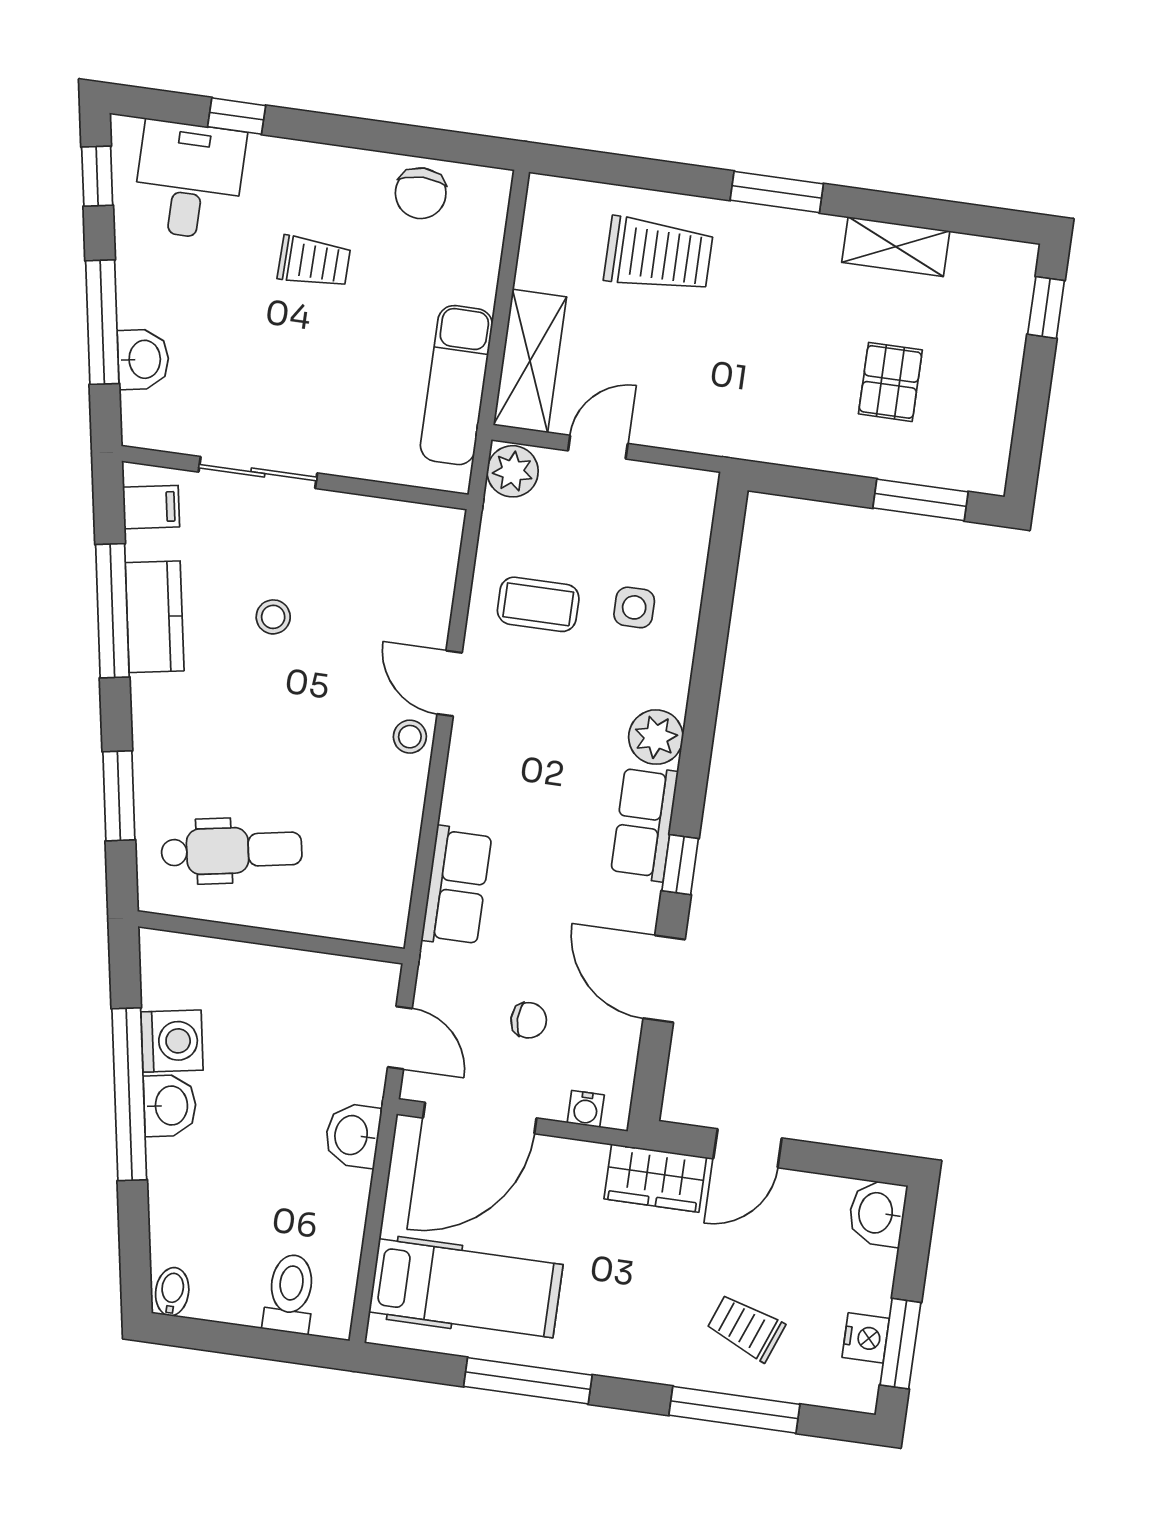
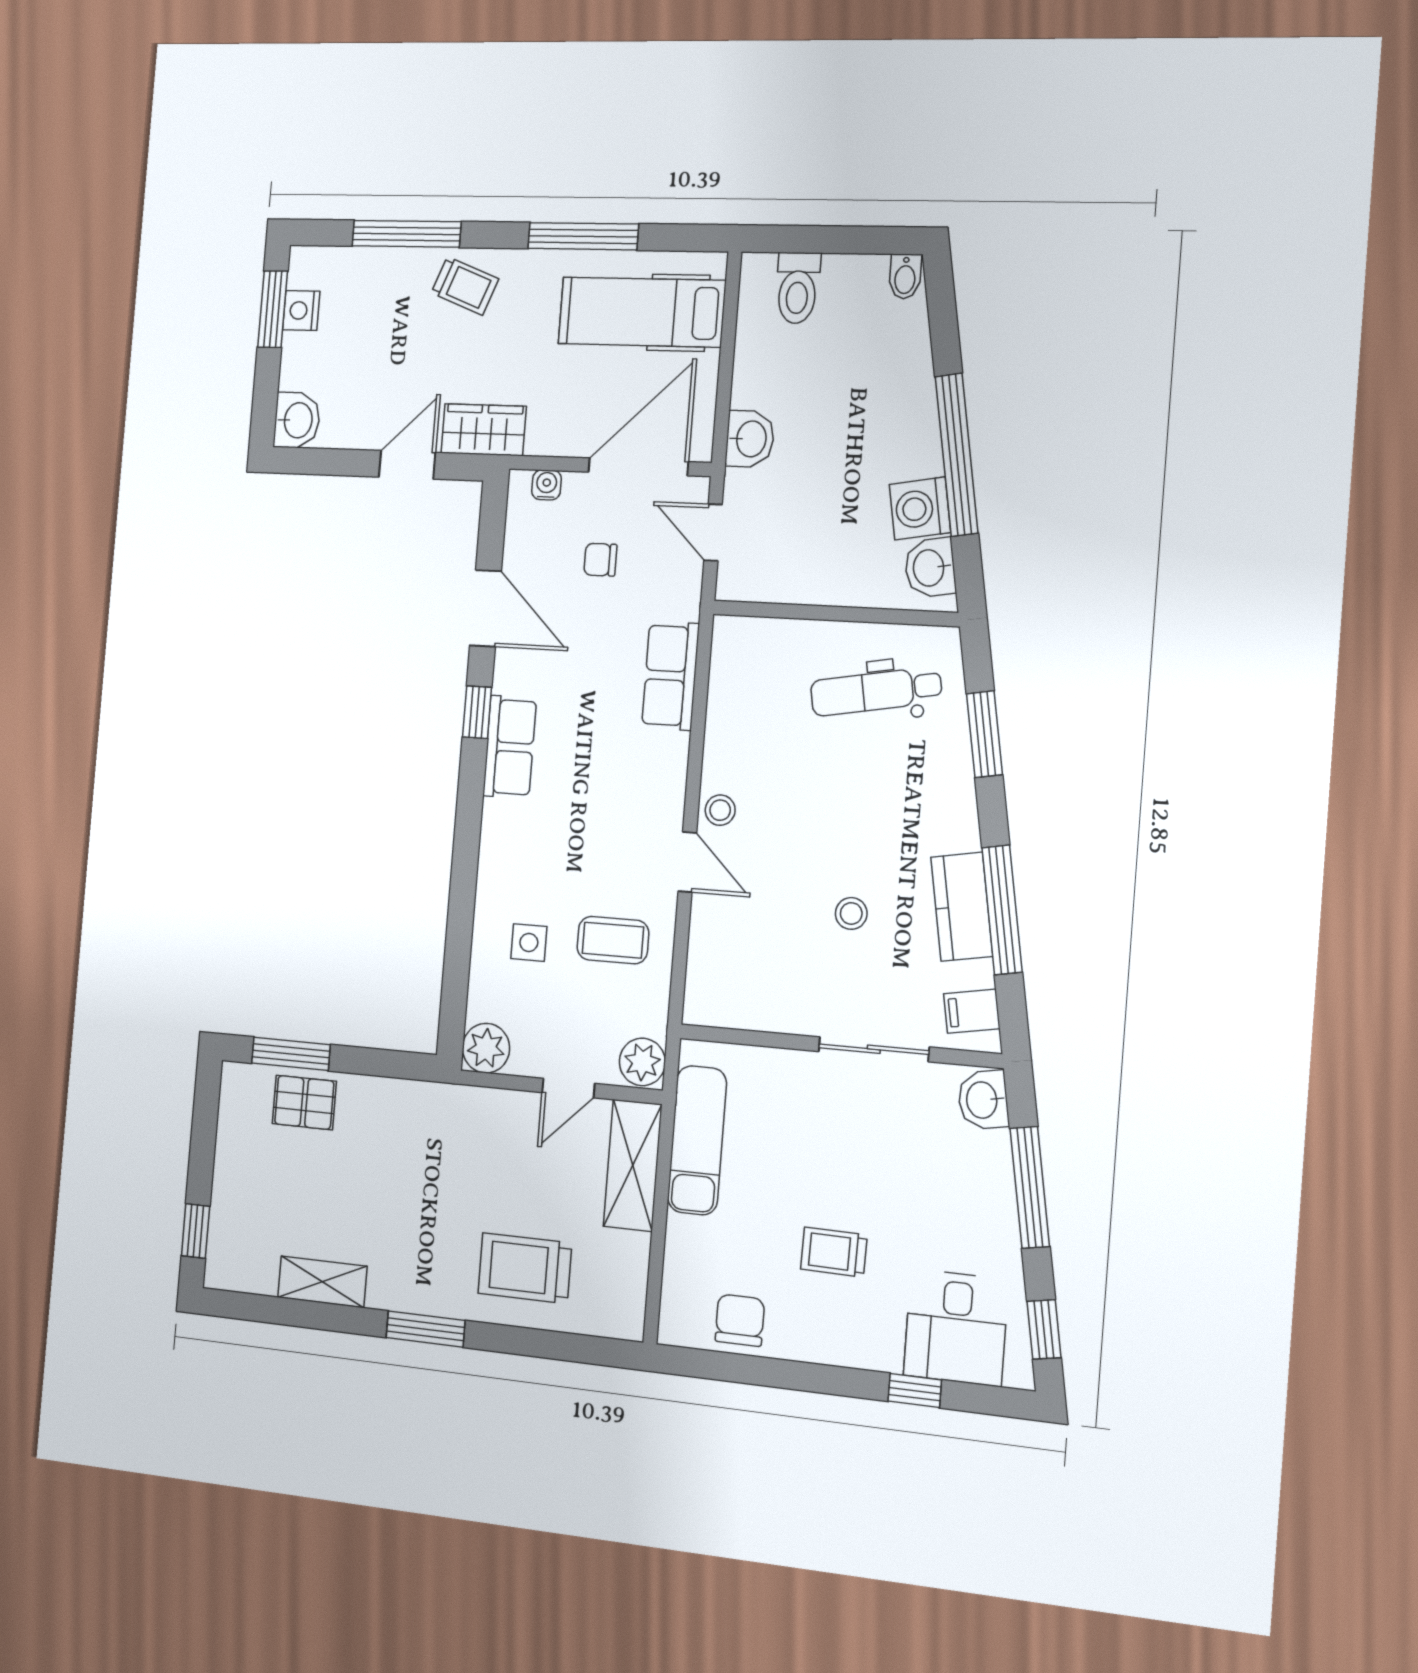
washbasin: (143, 359) -> (983, 1100), moved
pallet: (890, 382) -> (304, 1102), moved, turned 90
plant: (656, 737) -> (486, 1048), moved
washbasin: (170, 1106) -> (930, 568), moved
trolley: (746, 1328) -> (465, 286), moved

